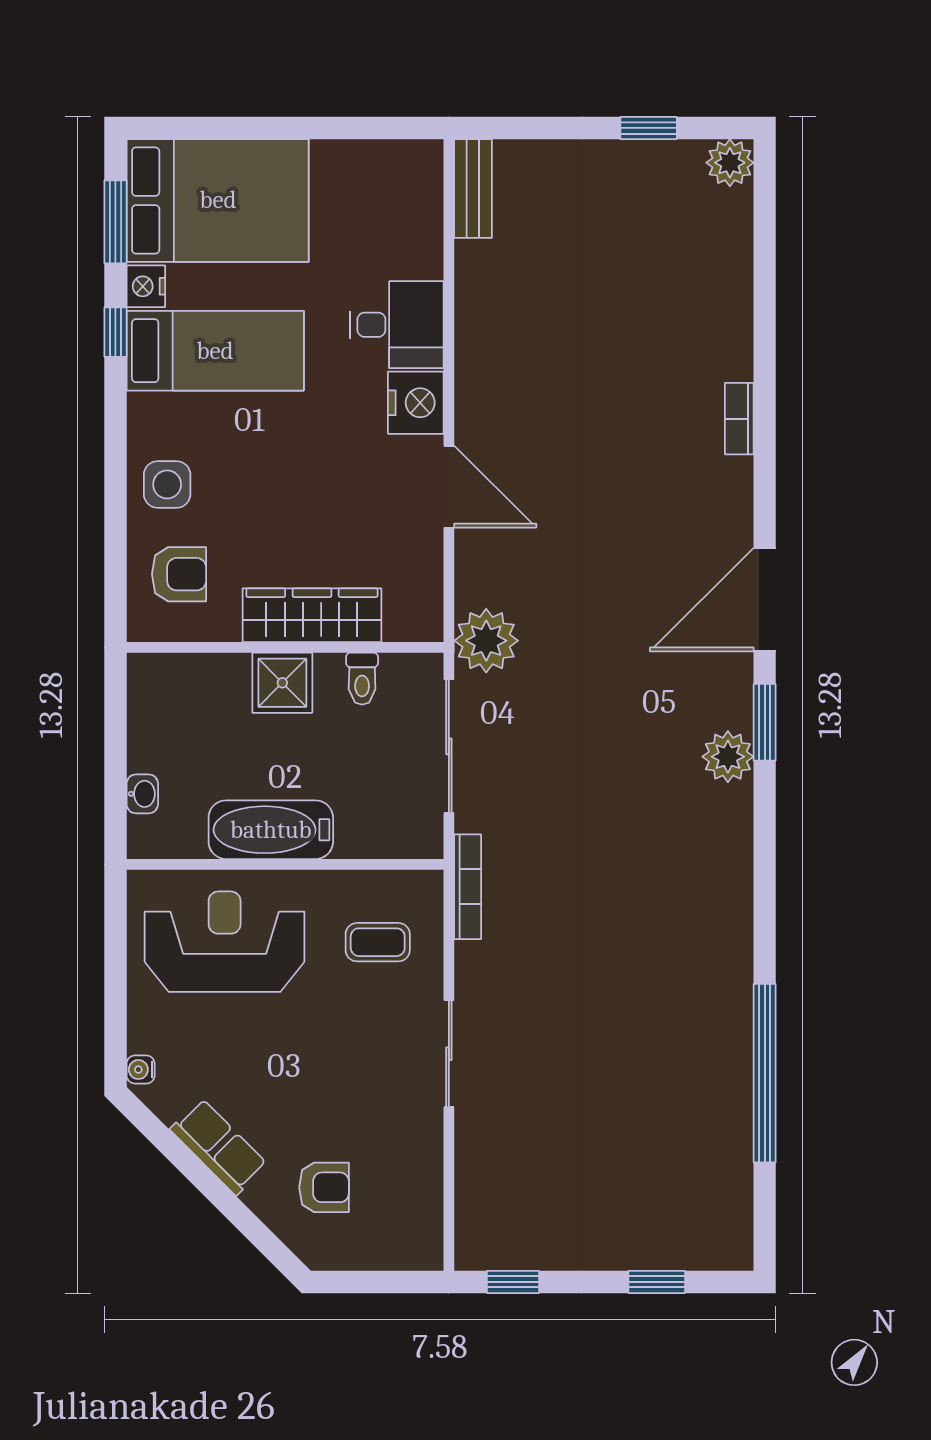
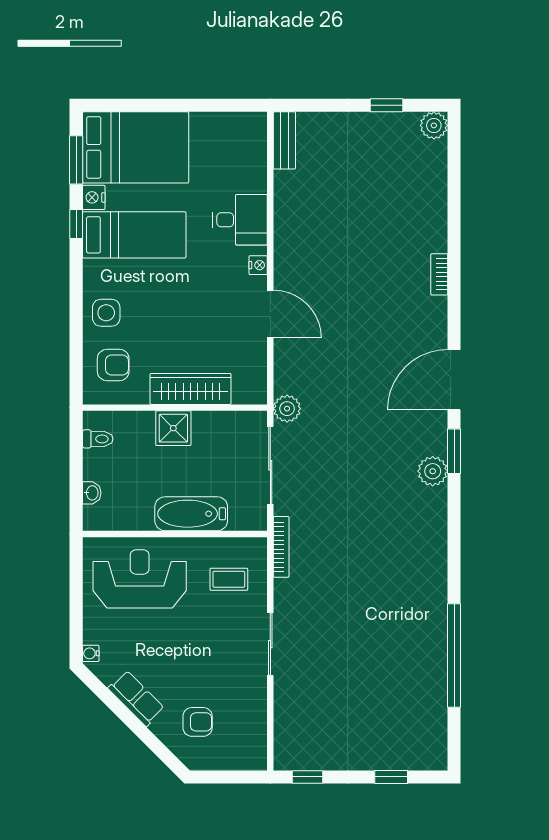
nightstand: (416, 403) -> (258, 265), width x0.53, depth x0.56
plant: (486, 641) -> (287, 409), width x0.73, depth x0.73
toilet: (362, 679) -> (98, 439), moved, turned -90
bathtub: (271, 830) -> (191, 514), moved

